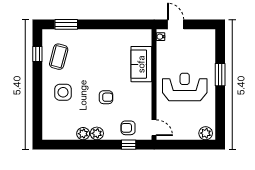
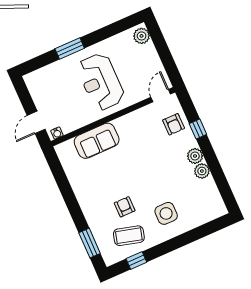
armchair: (106, 97) -> (125, 207), moved
window: (129, 145) -> (198, 129), moved

